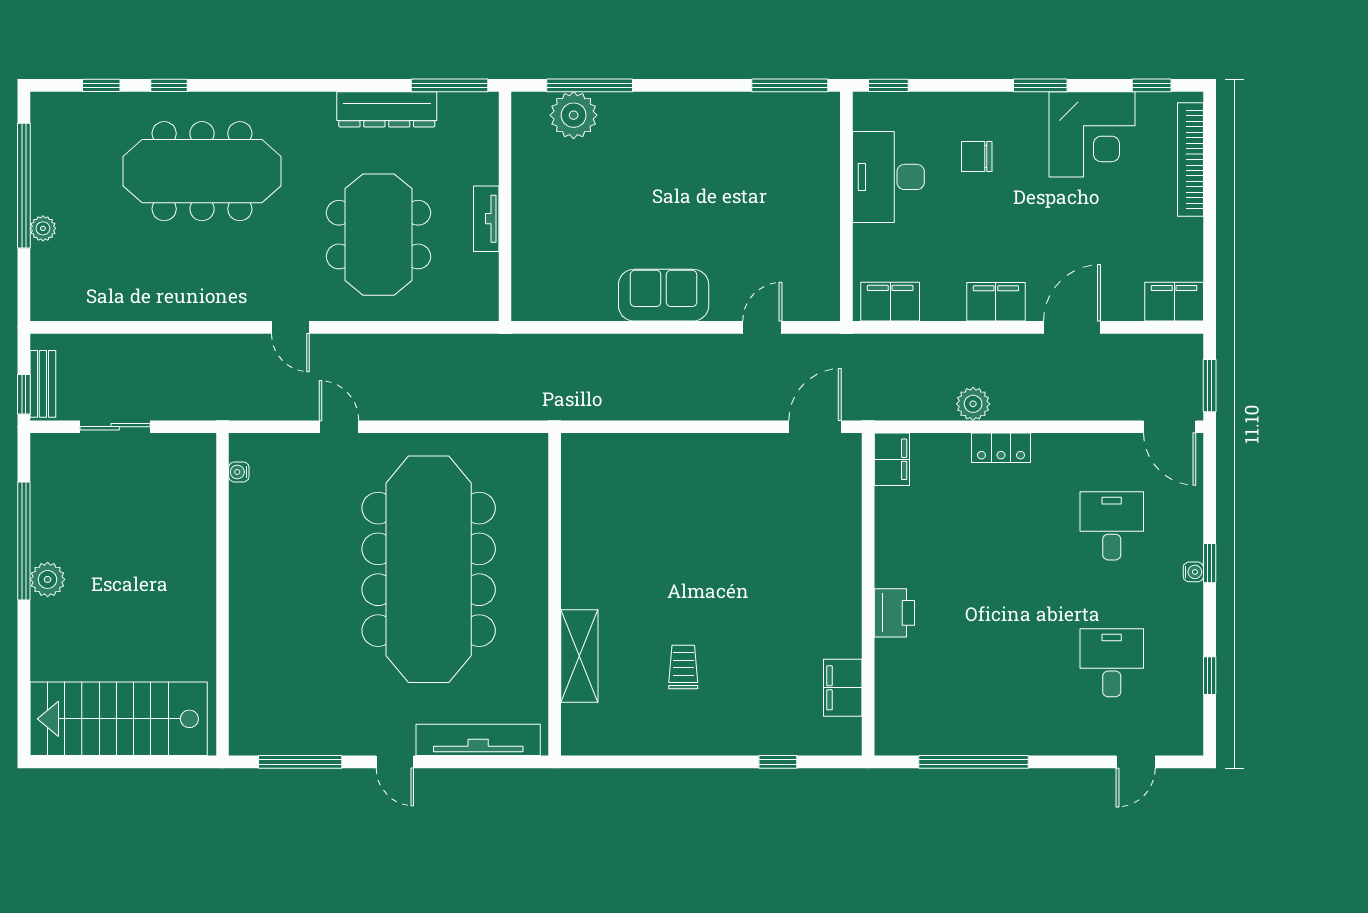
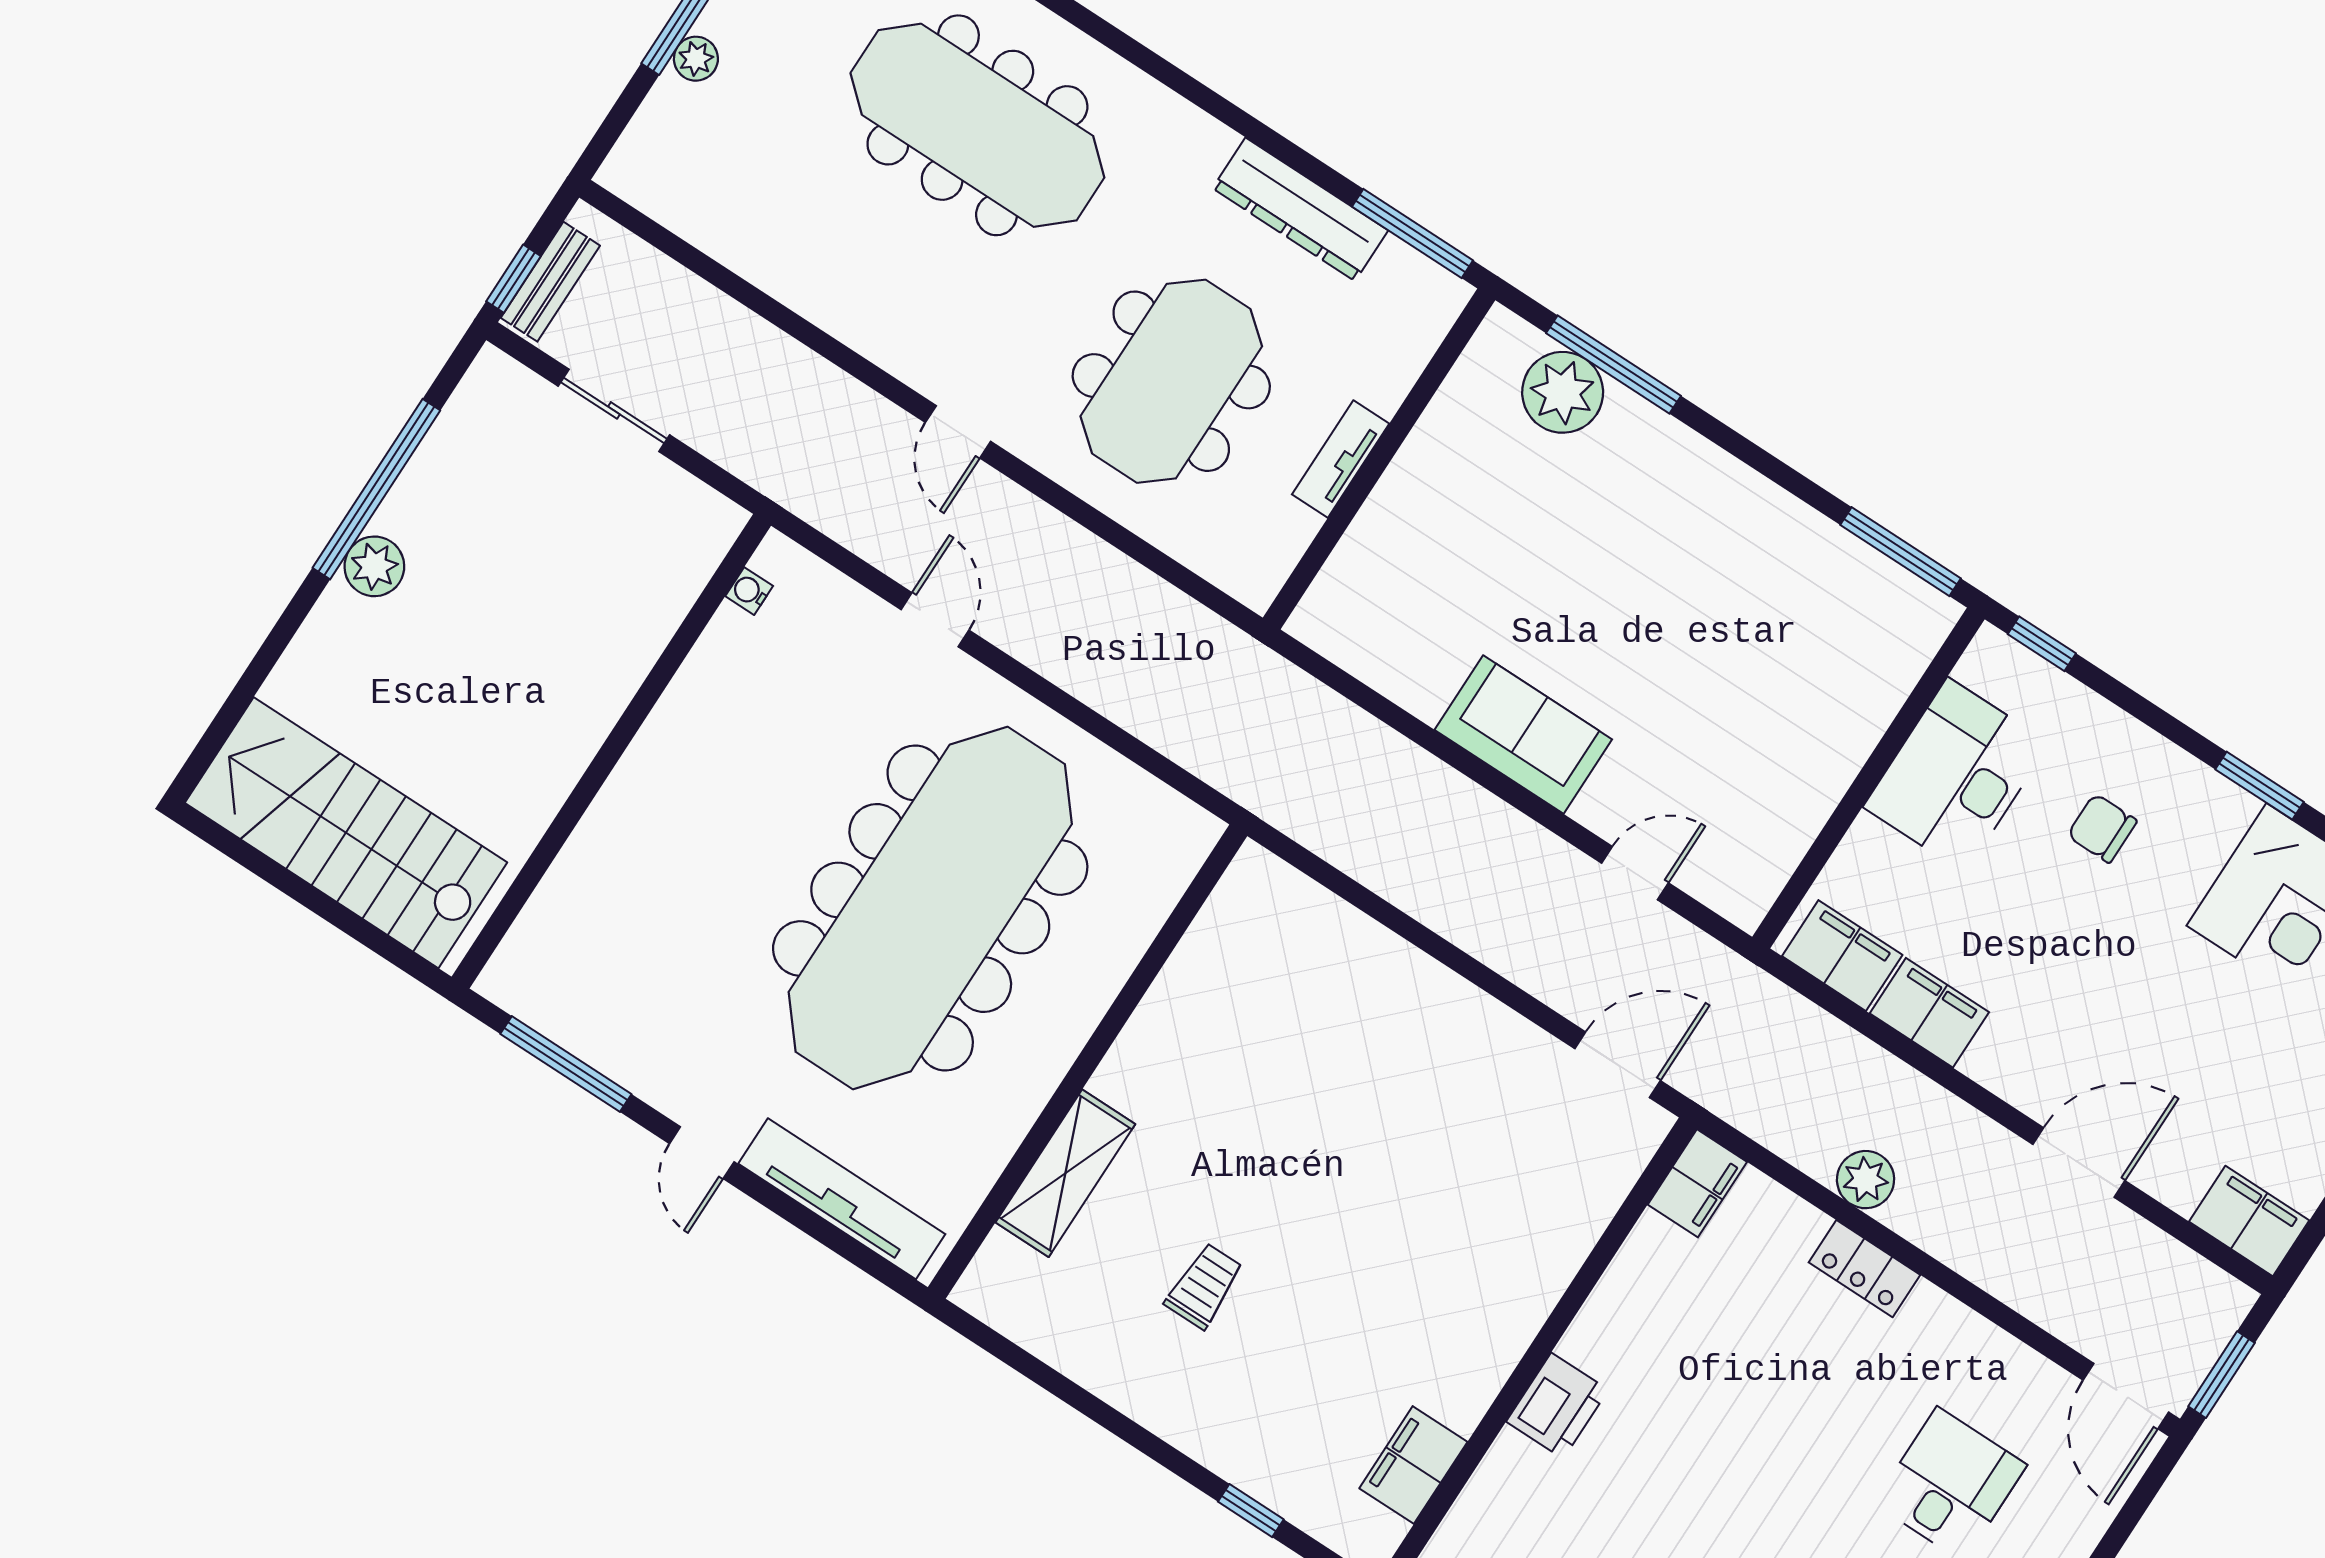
filing cabinet: (996, 302) -> (1929, 1013), moved

